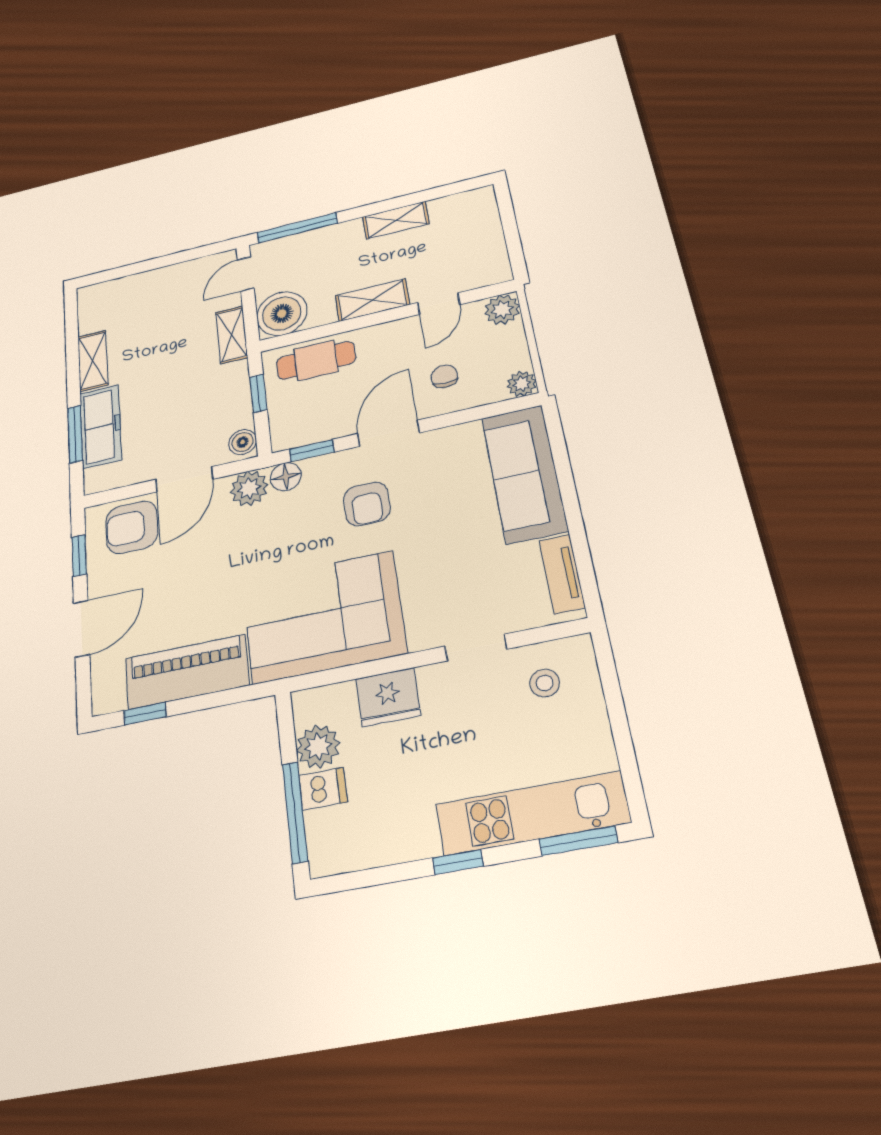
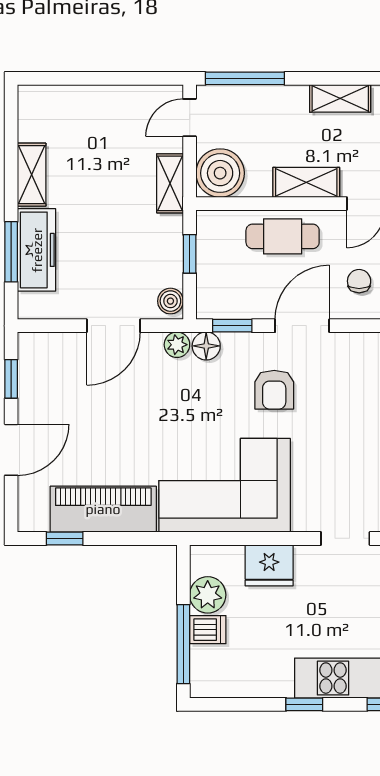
cafe table: (316, 360) -> (283, 236), moved
plant: (249, 488) -> (177, 345), width x0.73, depth x0.73
armchair: (132, 527) -> (62, 362), removed

